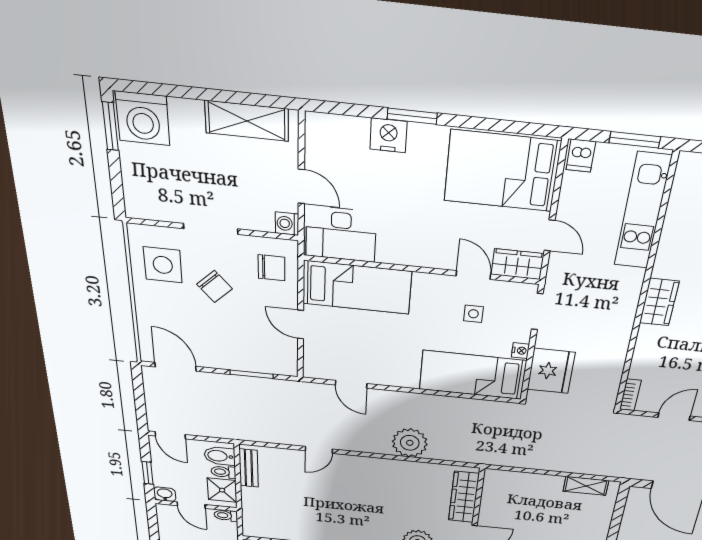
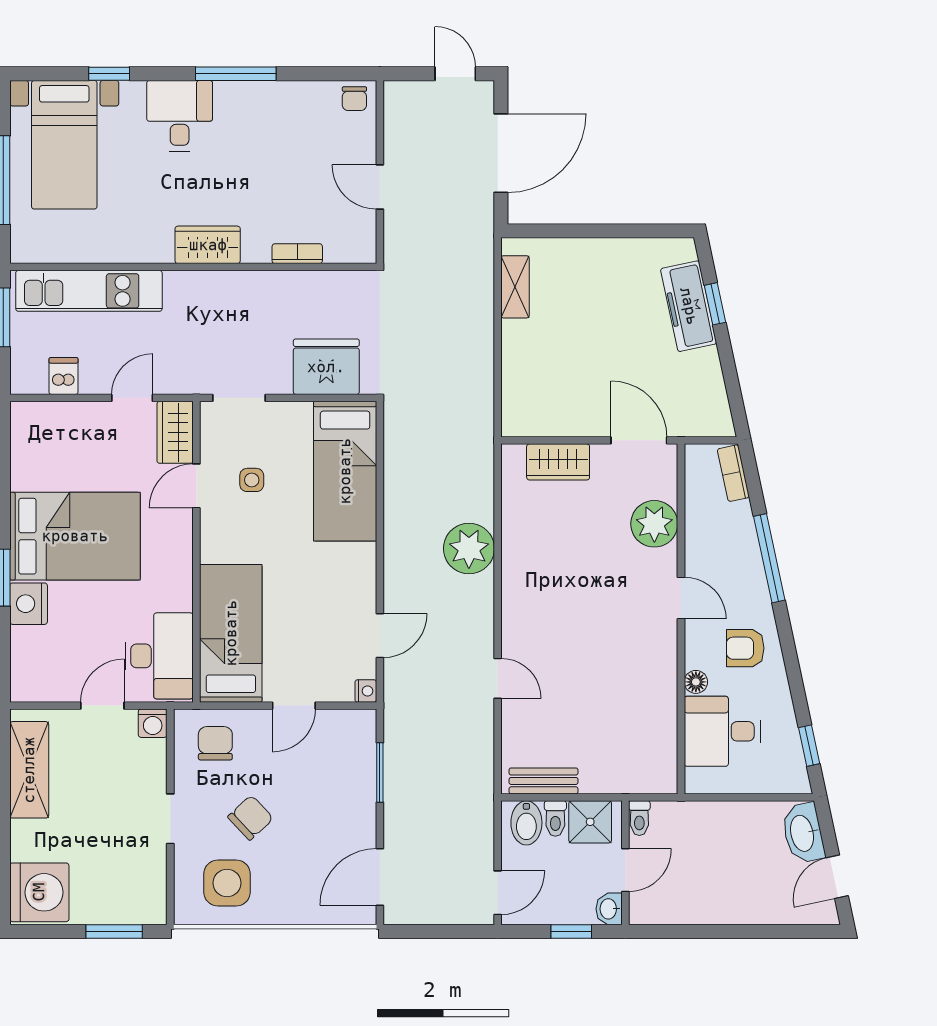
window: (110, 126) -> (114, 932), moved
dishwasher: (581, 156) -> (64, 376), moved, turned -90
bed: (502, 171) -> (75, 536), moved, turned -90
doorway: (211, 229) -> (170, 819), width x0.73
nightstand: (520, 351) -> (366, 691), moved, turned 90
bookcase: (630, 395) -> (297, 254), moved
wardrobe: (464, 497) -> (558, 462), width x0.67

